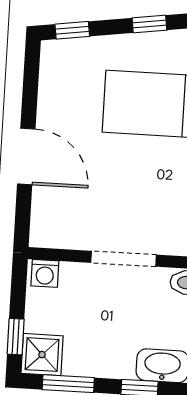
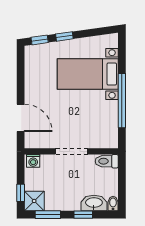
window: (149, 24) -> (64, 36), moved
door: (26, 157) -> (21, 118), moved

